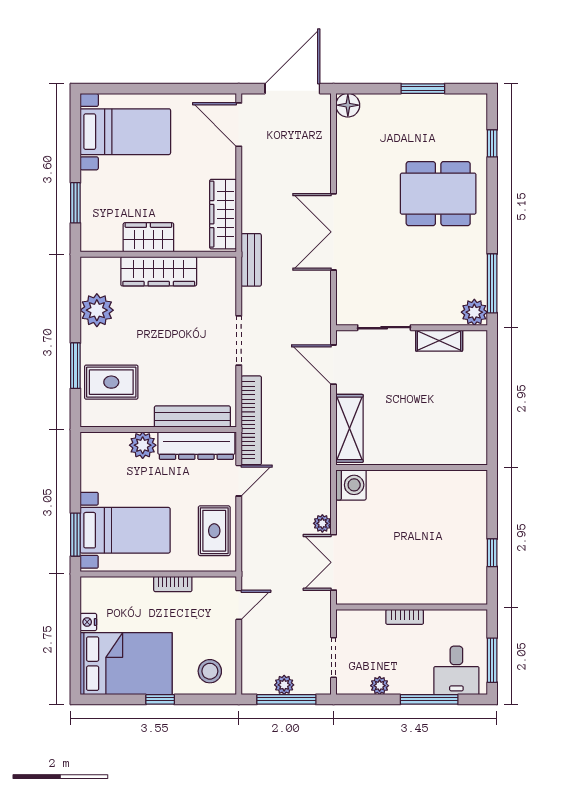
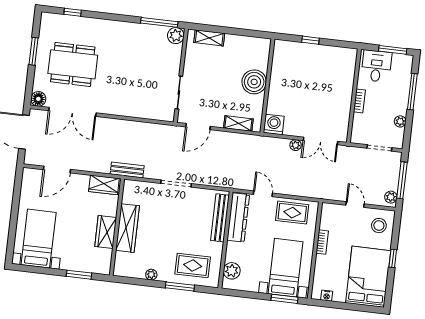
door: (239, 125) -> (57, 169), moved
dining table: (438, 194) -> (73, 64), moved, turned 90
wardrobe: (223, 214) -> (104, 185), width x0.67
double door: (334, 232) -> (72, 112), moved
plant: (97, 310) -> (151, 275), width x0.53, depth x0.53
shelving: (439, 341) -> (209, 38), moved, turned 90
rug: (111, 382) -> (193, 266), turned 90
bookcase: (251, 420) -> (227, 182), removed
shelving: (350, 428) -> (238, 123), width x0.67, depth x0.75
plant: (143, 445) -> (232, 271), moved
boiler: (415, 446) -> (254, 82), added
window: (492, 553) -> (311, 40), moved
door: (239, 605) -> (355, 205), moved
nightstand: (88, 622) -> (327, 296), moved
desk: (456, 670) -> (376, 66), moved, turned -90
plant: (284, 685) -> (391, 197), moved

